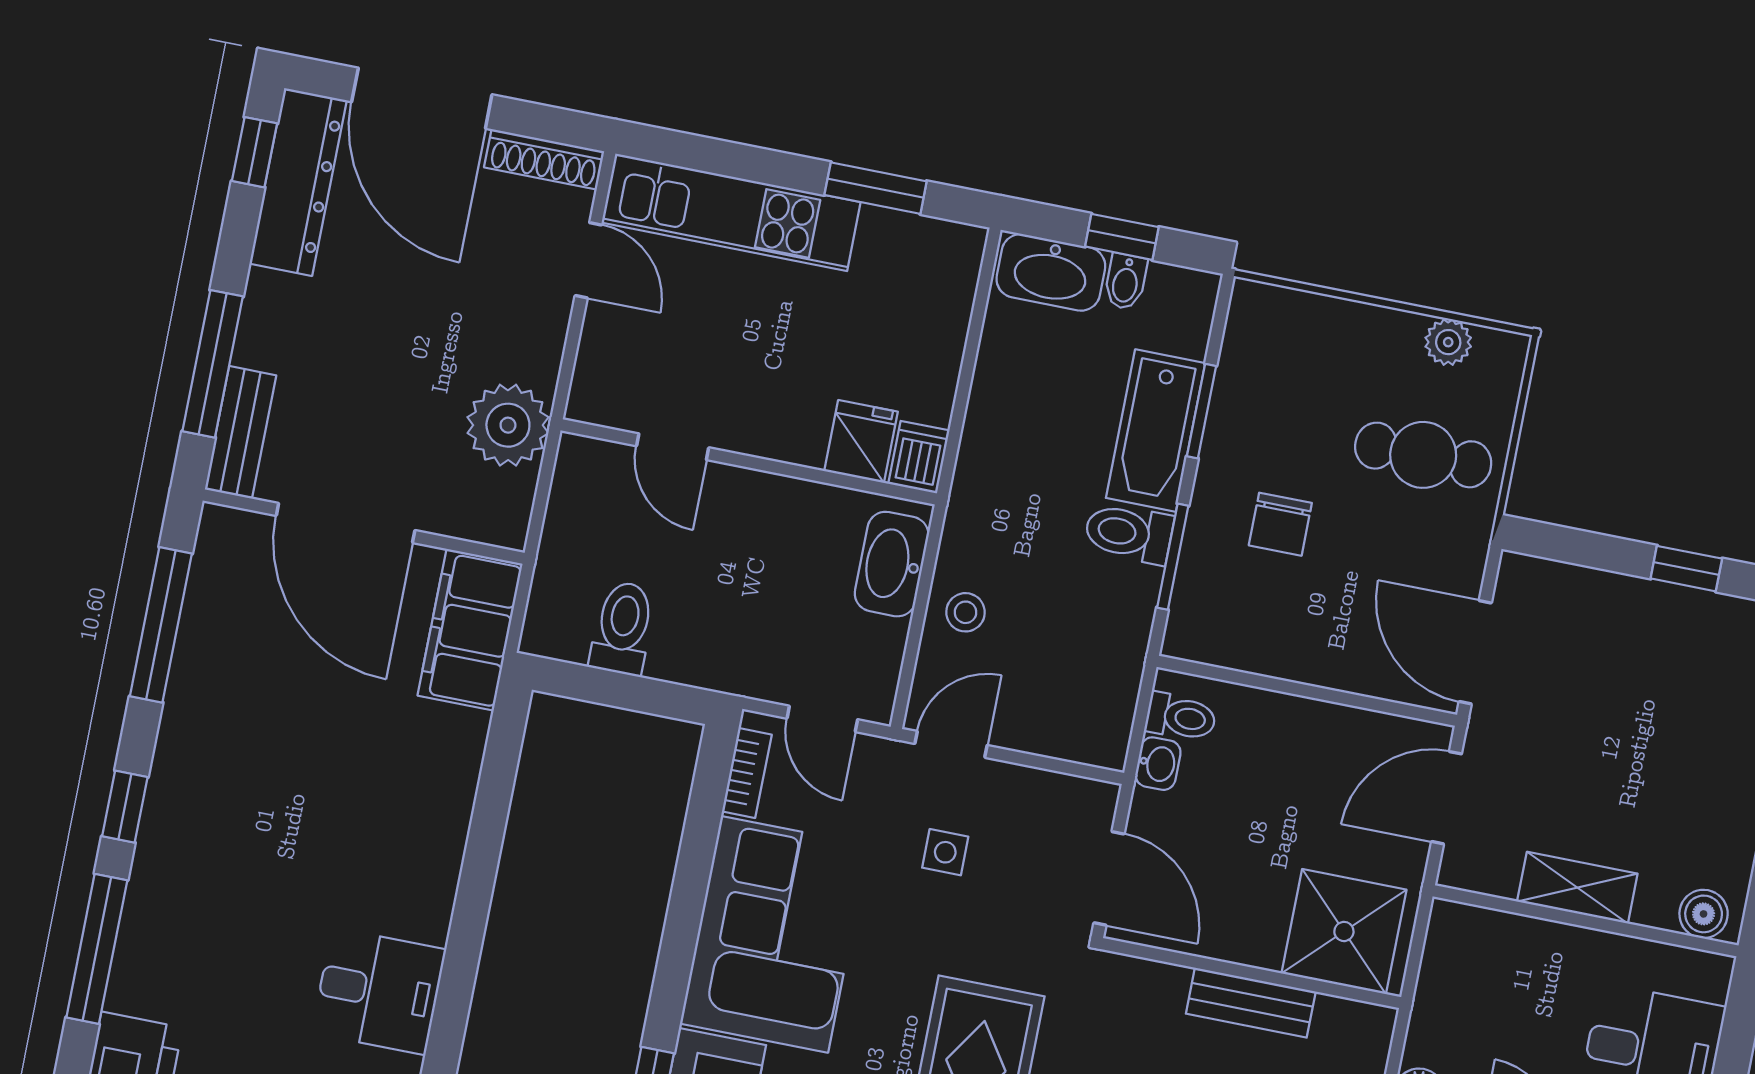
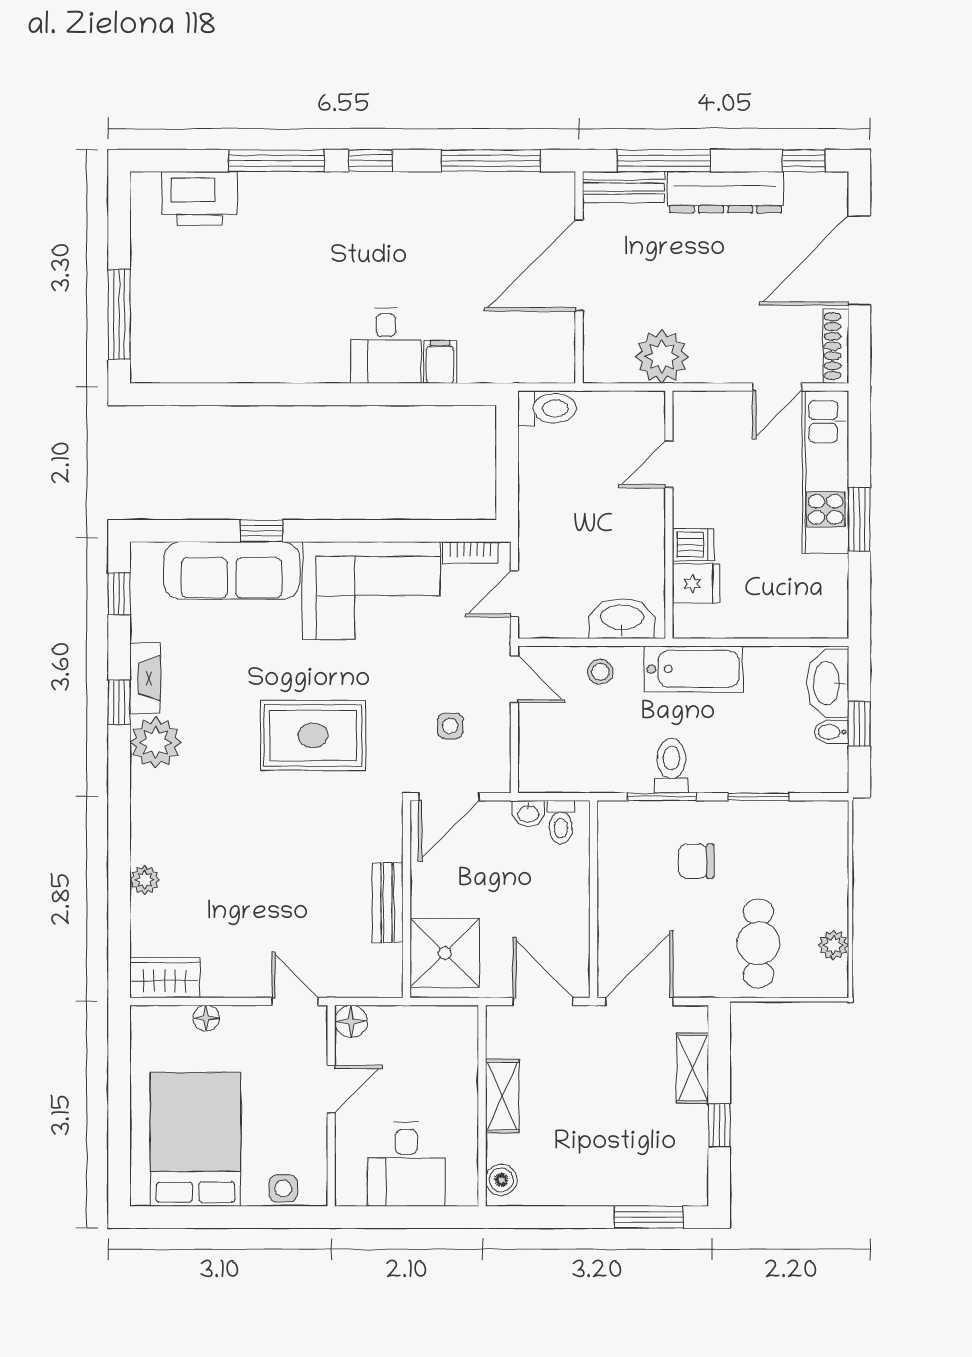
dresser: (298, 182) -> (725, 192), moved
window: (876, 188) -> (859, 519), moved
bathtub: (1156, 430) -> (694, 669), moved, turned 180
dishwasher: (919, 457) -> (693, 545), moved
shelving: (1592, 592) -> (693, 1068), added
toilet: (623, 628) -> (547, 408), moved
filing cabinet: (470, 630) -> (440, 362), moved, width x0.33, depth x0.86
side table: (945, 852) -> (450, 726), moved
desk: (379, 991) -> (386, 346), moved

